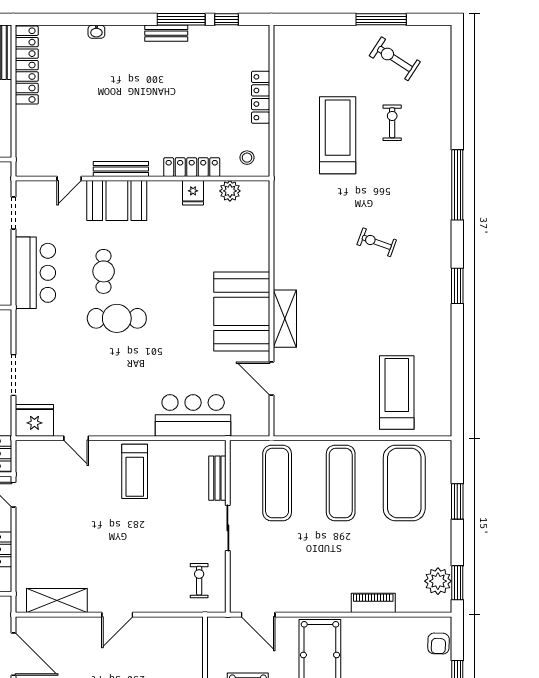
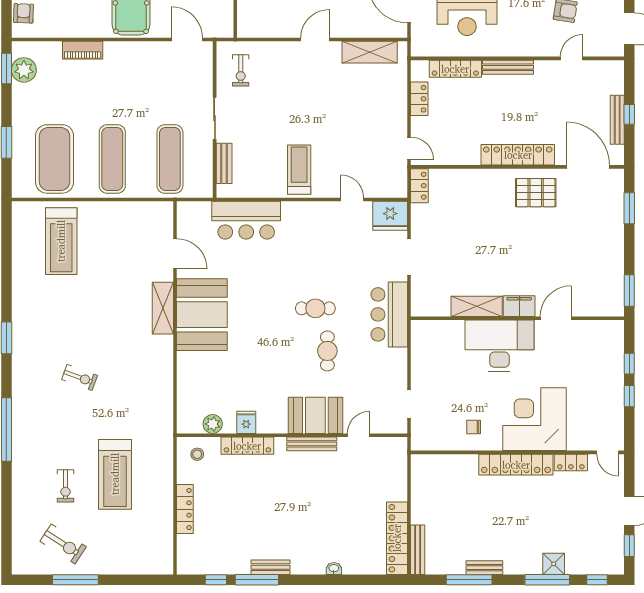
bar counter: (35, 273) -> (389, 314), moved
cafe table: (117, 318) -> (315, 308), width x0.73, depth x0.74

